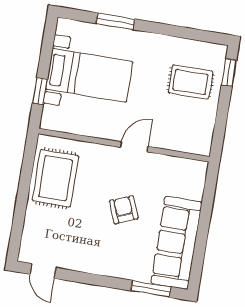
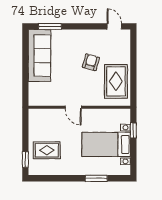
door: (134, 147) -> (73, 107), hinge flipped
armchair: (124, 210) -> (91, 62), moved, turned -142

